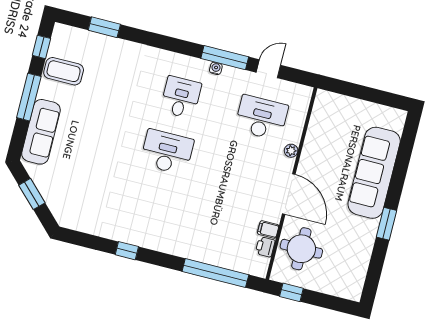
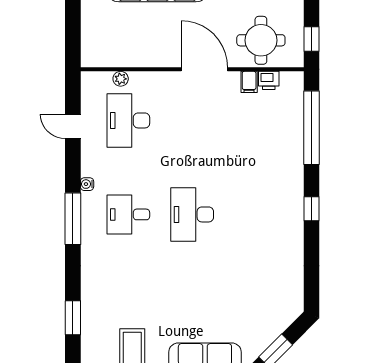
window: (225, 58) -> (73, 219), moved
plant: (291, 151) -> (121, 79), moved
door: (289, 194) -> (204, 69), hinge flipped
window: (127, 251) -> (311, 209), moved

